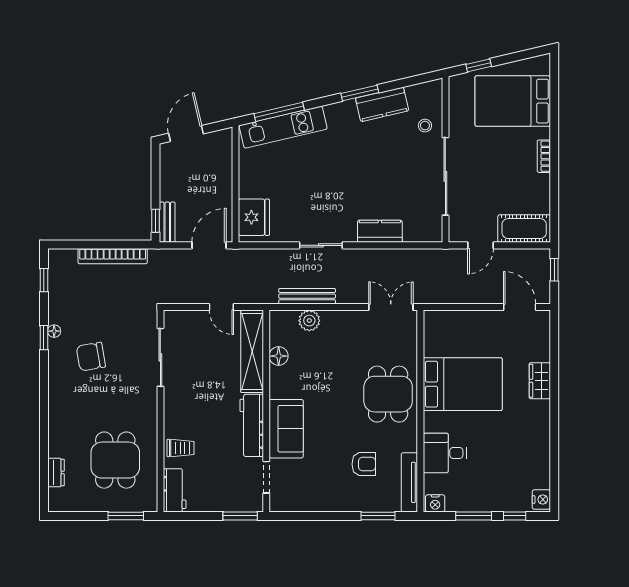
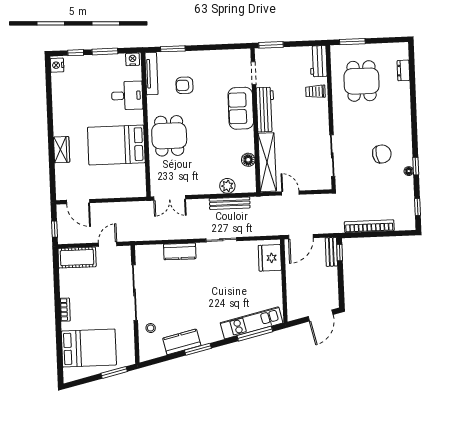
window: (479, 65) -> (114, 372), width x1.50

